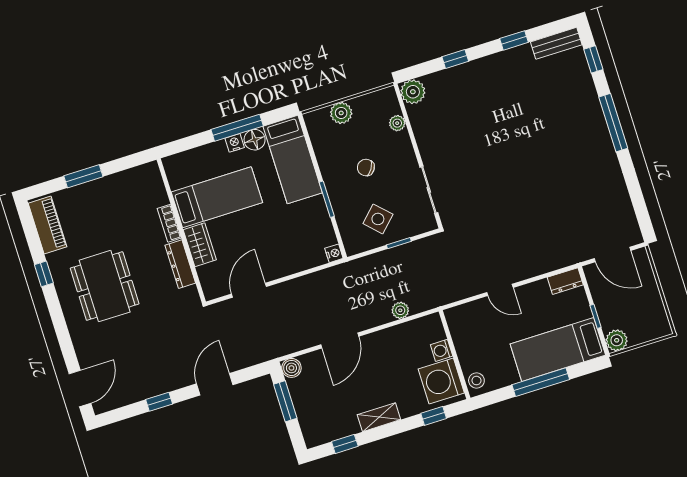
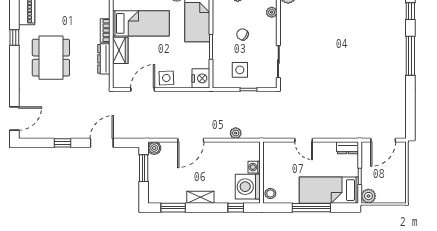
side table: (378, 219) -> (240, 70), turned 45
nightstand: (334, 253) -> (201, 78), width x1.89, depth x1.79
door: (613, 254) -> (383, 140), hinge flipped
side table: (277, 263) -> (166, 78), added
window: (345, 444) -> (173, 208), width x1.50

